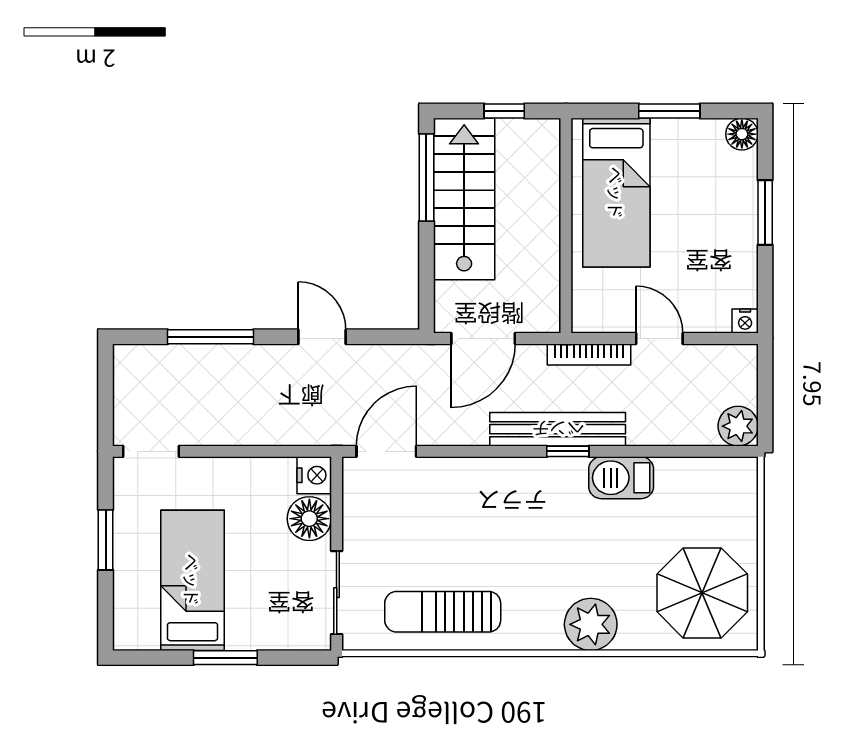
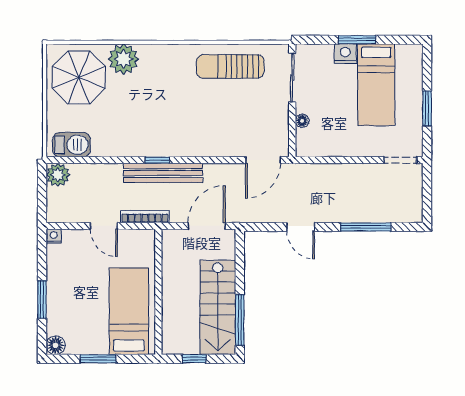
nightstand: (314, 475) -> (345, 54), moved, turned 90
barbecue: (621, 478) -> (72, 145), moved
floor lamp: (309, 519) -> (302, 121), width x0.53, depth x0.53
sun lounger: (443, 612) -> (230, 66), turned 180
plant: (591, 624) -> (123, 59), moved

